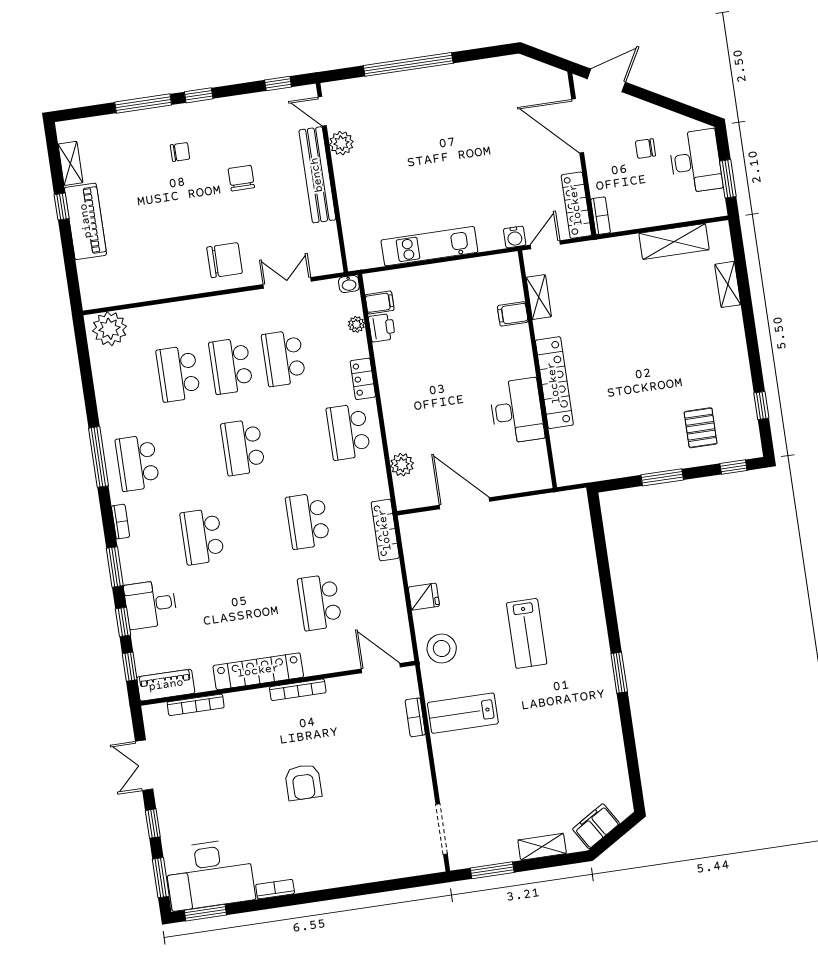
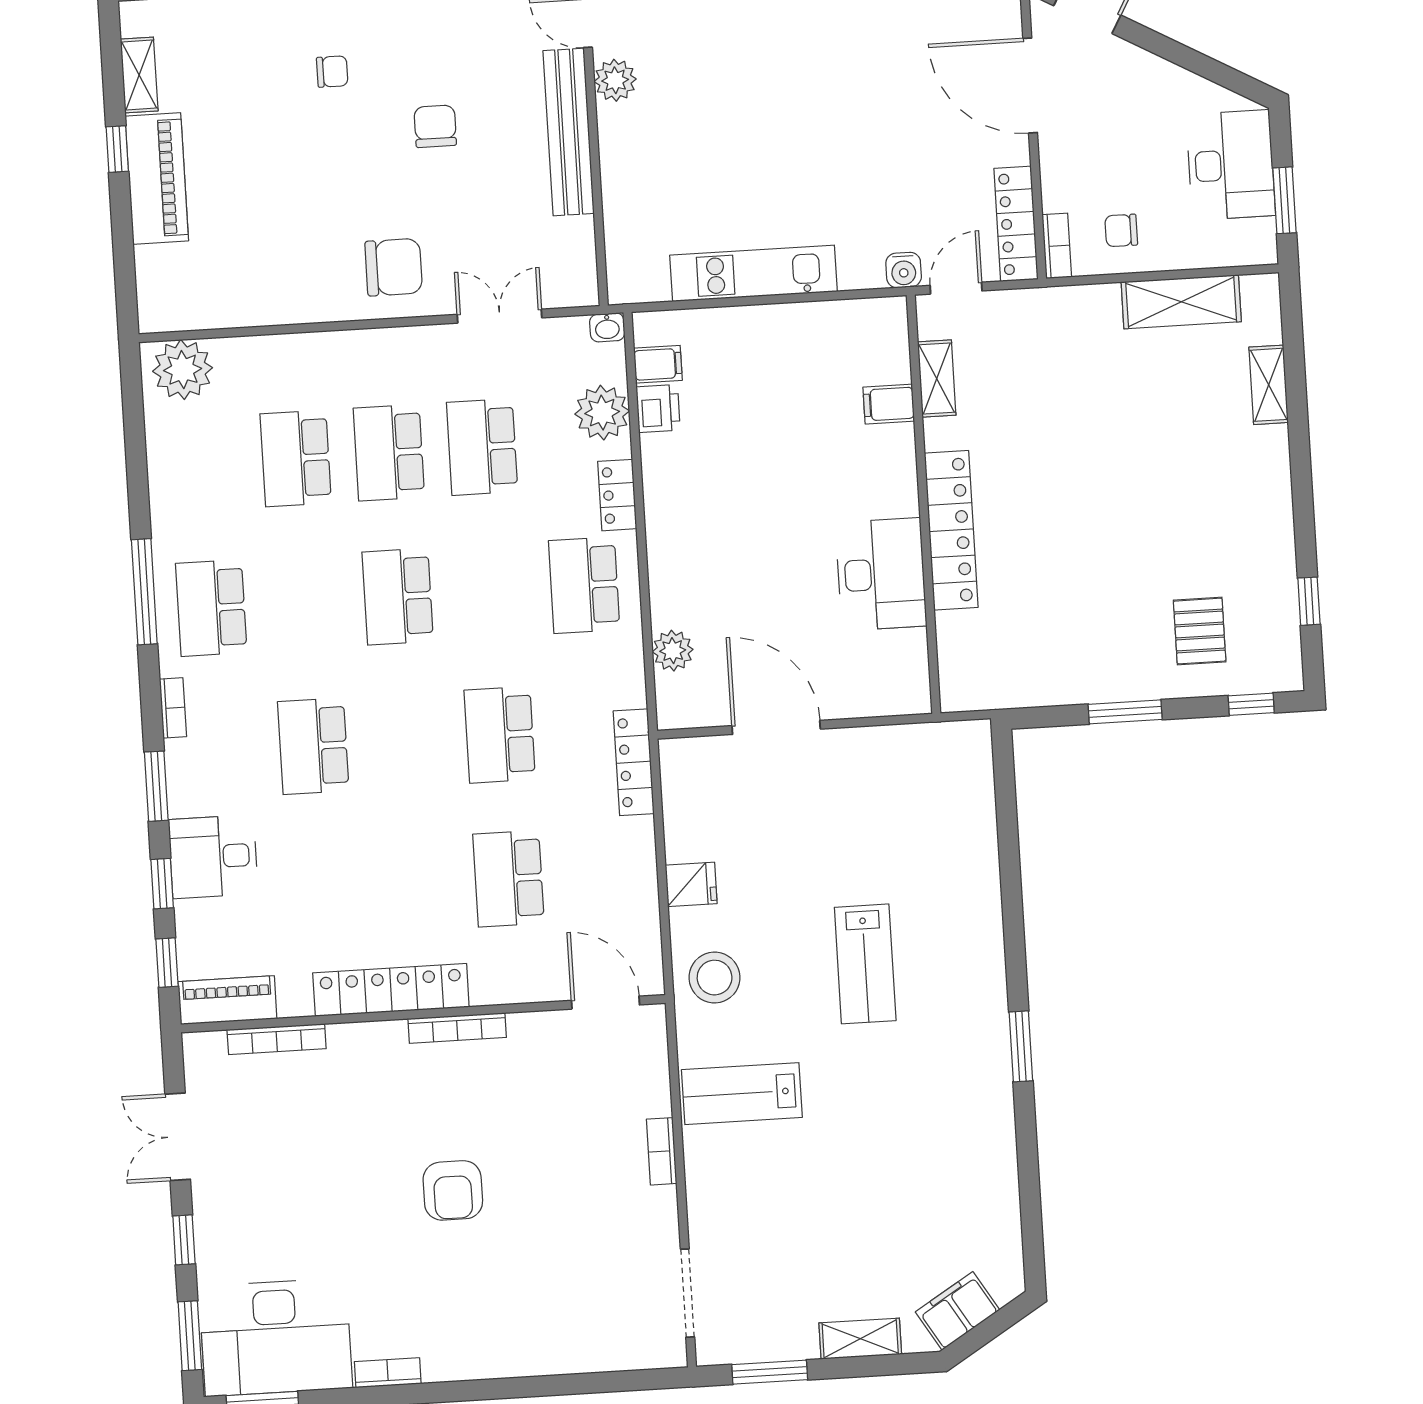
chair: (645, 148) -> (1121, 230), moved
plant: (356, 324) -> (602, 413), width x1.87, depth x1.87
bookcase: (415, 717) -> (662, 1151), moved

